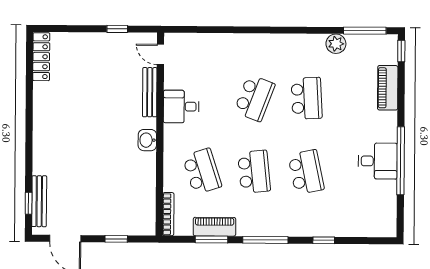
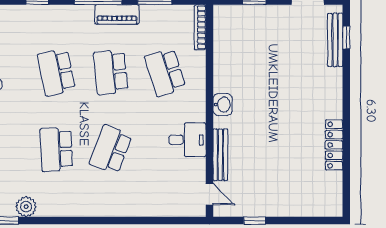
locker: (41, 57) -> (334, 145), moved
piano: (215, 227) -> (117, 15), moved

